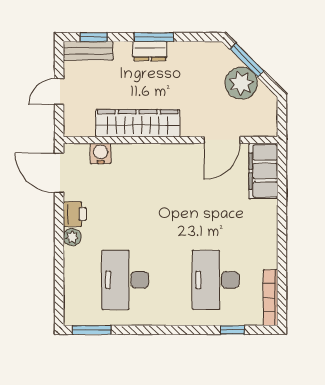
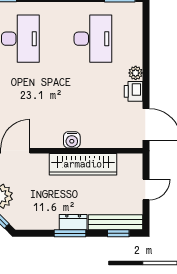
bench: (88, 51) -> (115, 222), width x1.36
water cooler: (101, 153) -> (72, 140), moved

